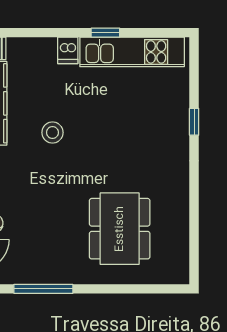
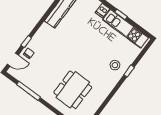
stool: (52, 133) -> (115, 65), moved

